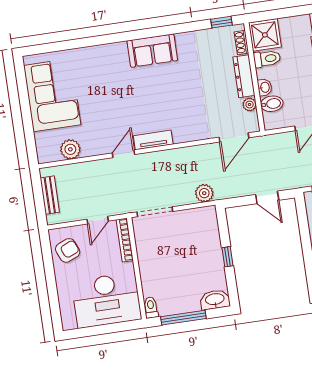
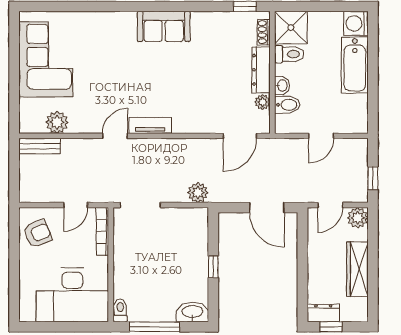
bench: (50, 195) -> (40, 146), moved, turned 90
door: (267, 197) -> (267, 208), width x1.38

